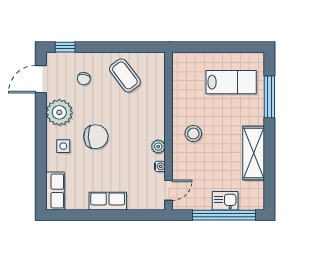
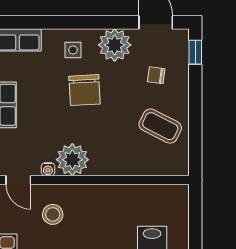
coffee table: (125, 75) -> (160, 126), turned 64
stool: (193, 134) -> (53, 214), moved
plant: (158, 147) -> (72, 160), width x1.87, depth x1.87

